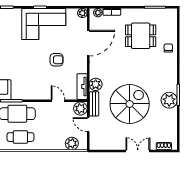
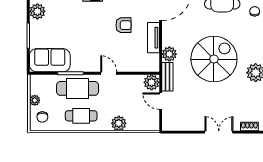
tv unit: (82, 87) -> (153, 38), moved
door: (58, 101) -> (109, 73), moved
spiral stairs: (130, 104) -> (214, 59), moved
plant: (72, 143) -> (119, 123), moved

